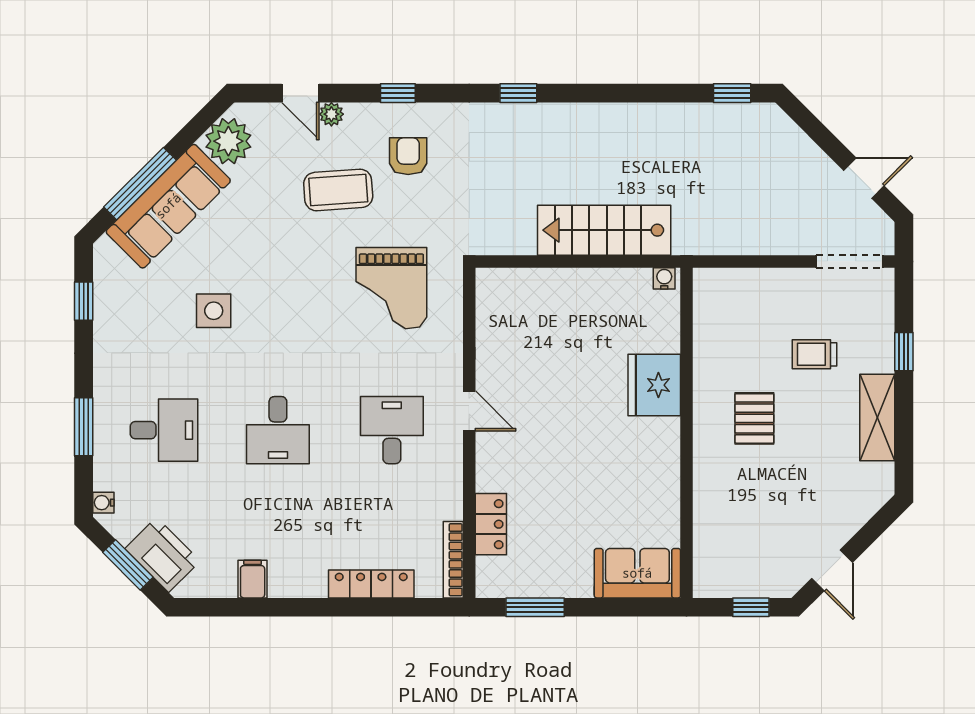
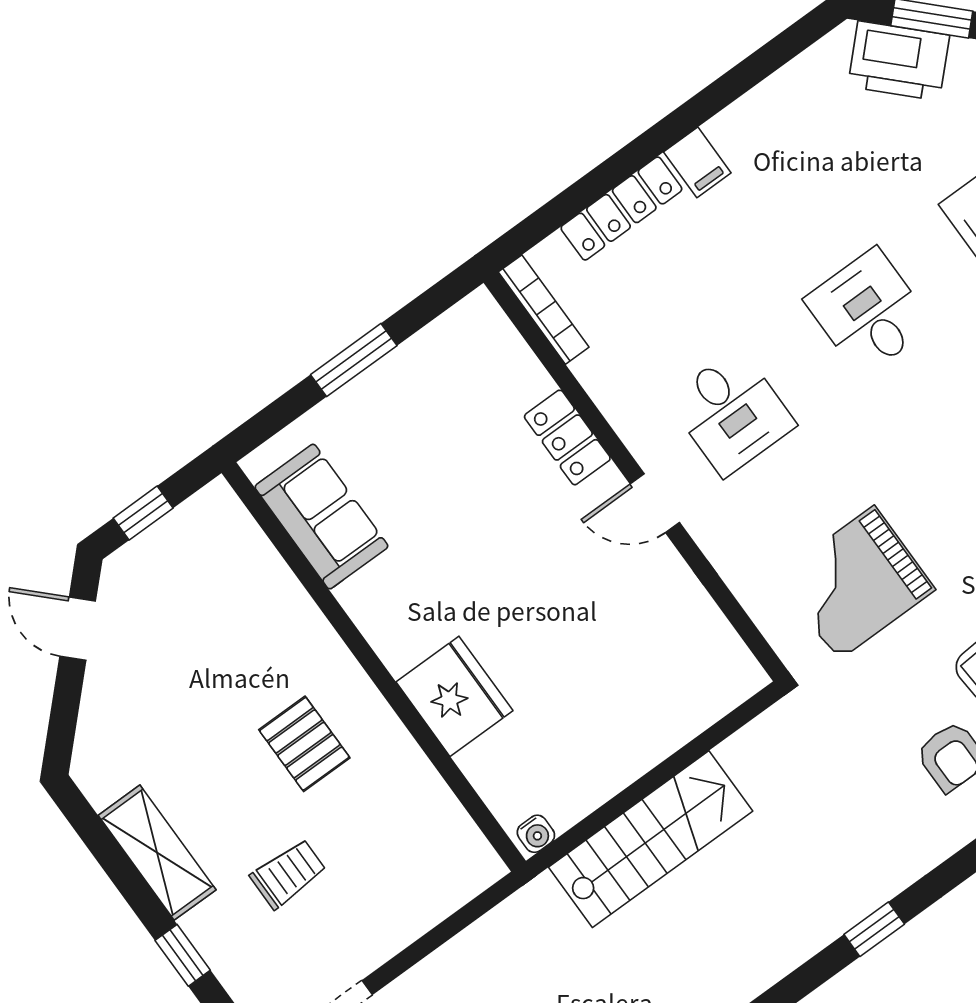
grand piano: (391, 288) -> (856, 583), turned -90
locker: (491, 524) -> (567, 437), moved
sofa: (637, 573) -> (321, 517), moved, turned -90
filing cabinet: (253, 579) -> (697, 162), moved
window: (535, 607) -> (354, 360), moved

